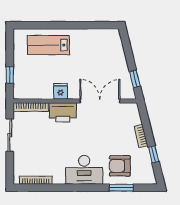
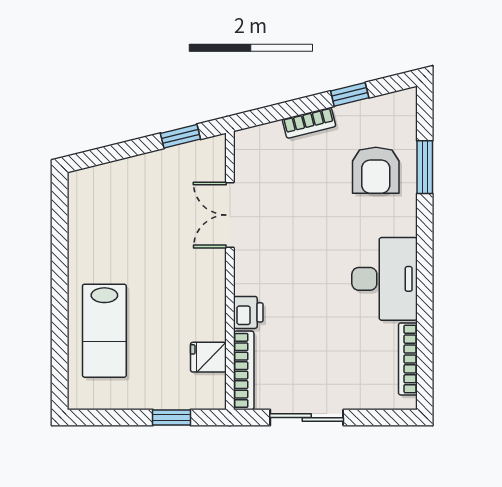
fridge: (61, 91) -> (208, 357), moved
double door: (100, 101) -> (230, 215), width x0.73
printer: (63, 112) -> (248, 312), width x0.53, depth x0.68
desk: (84, 170) -> (385, 279), moved

